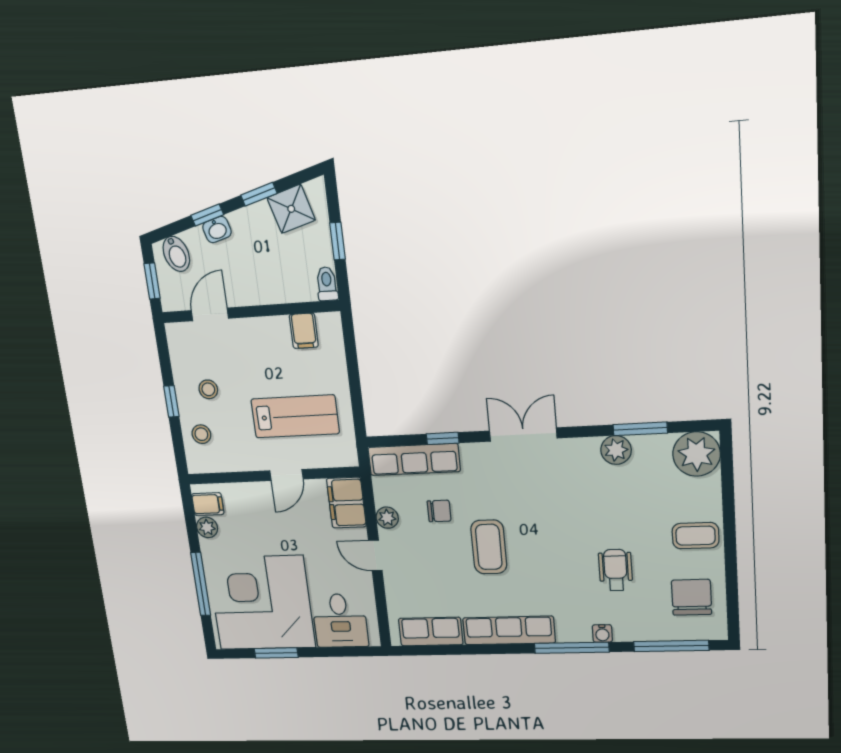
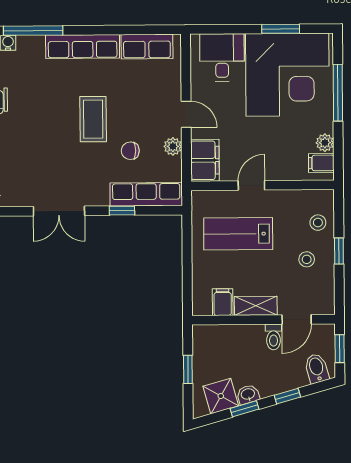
washbasin: (217, 230) -> (248, 394), moved
toilet: (327, 284) -> (273, 337), moved
shelving: (262, 329) -> (256, 306), added

